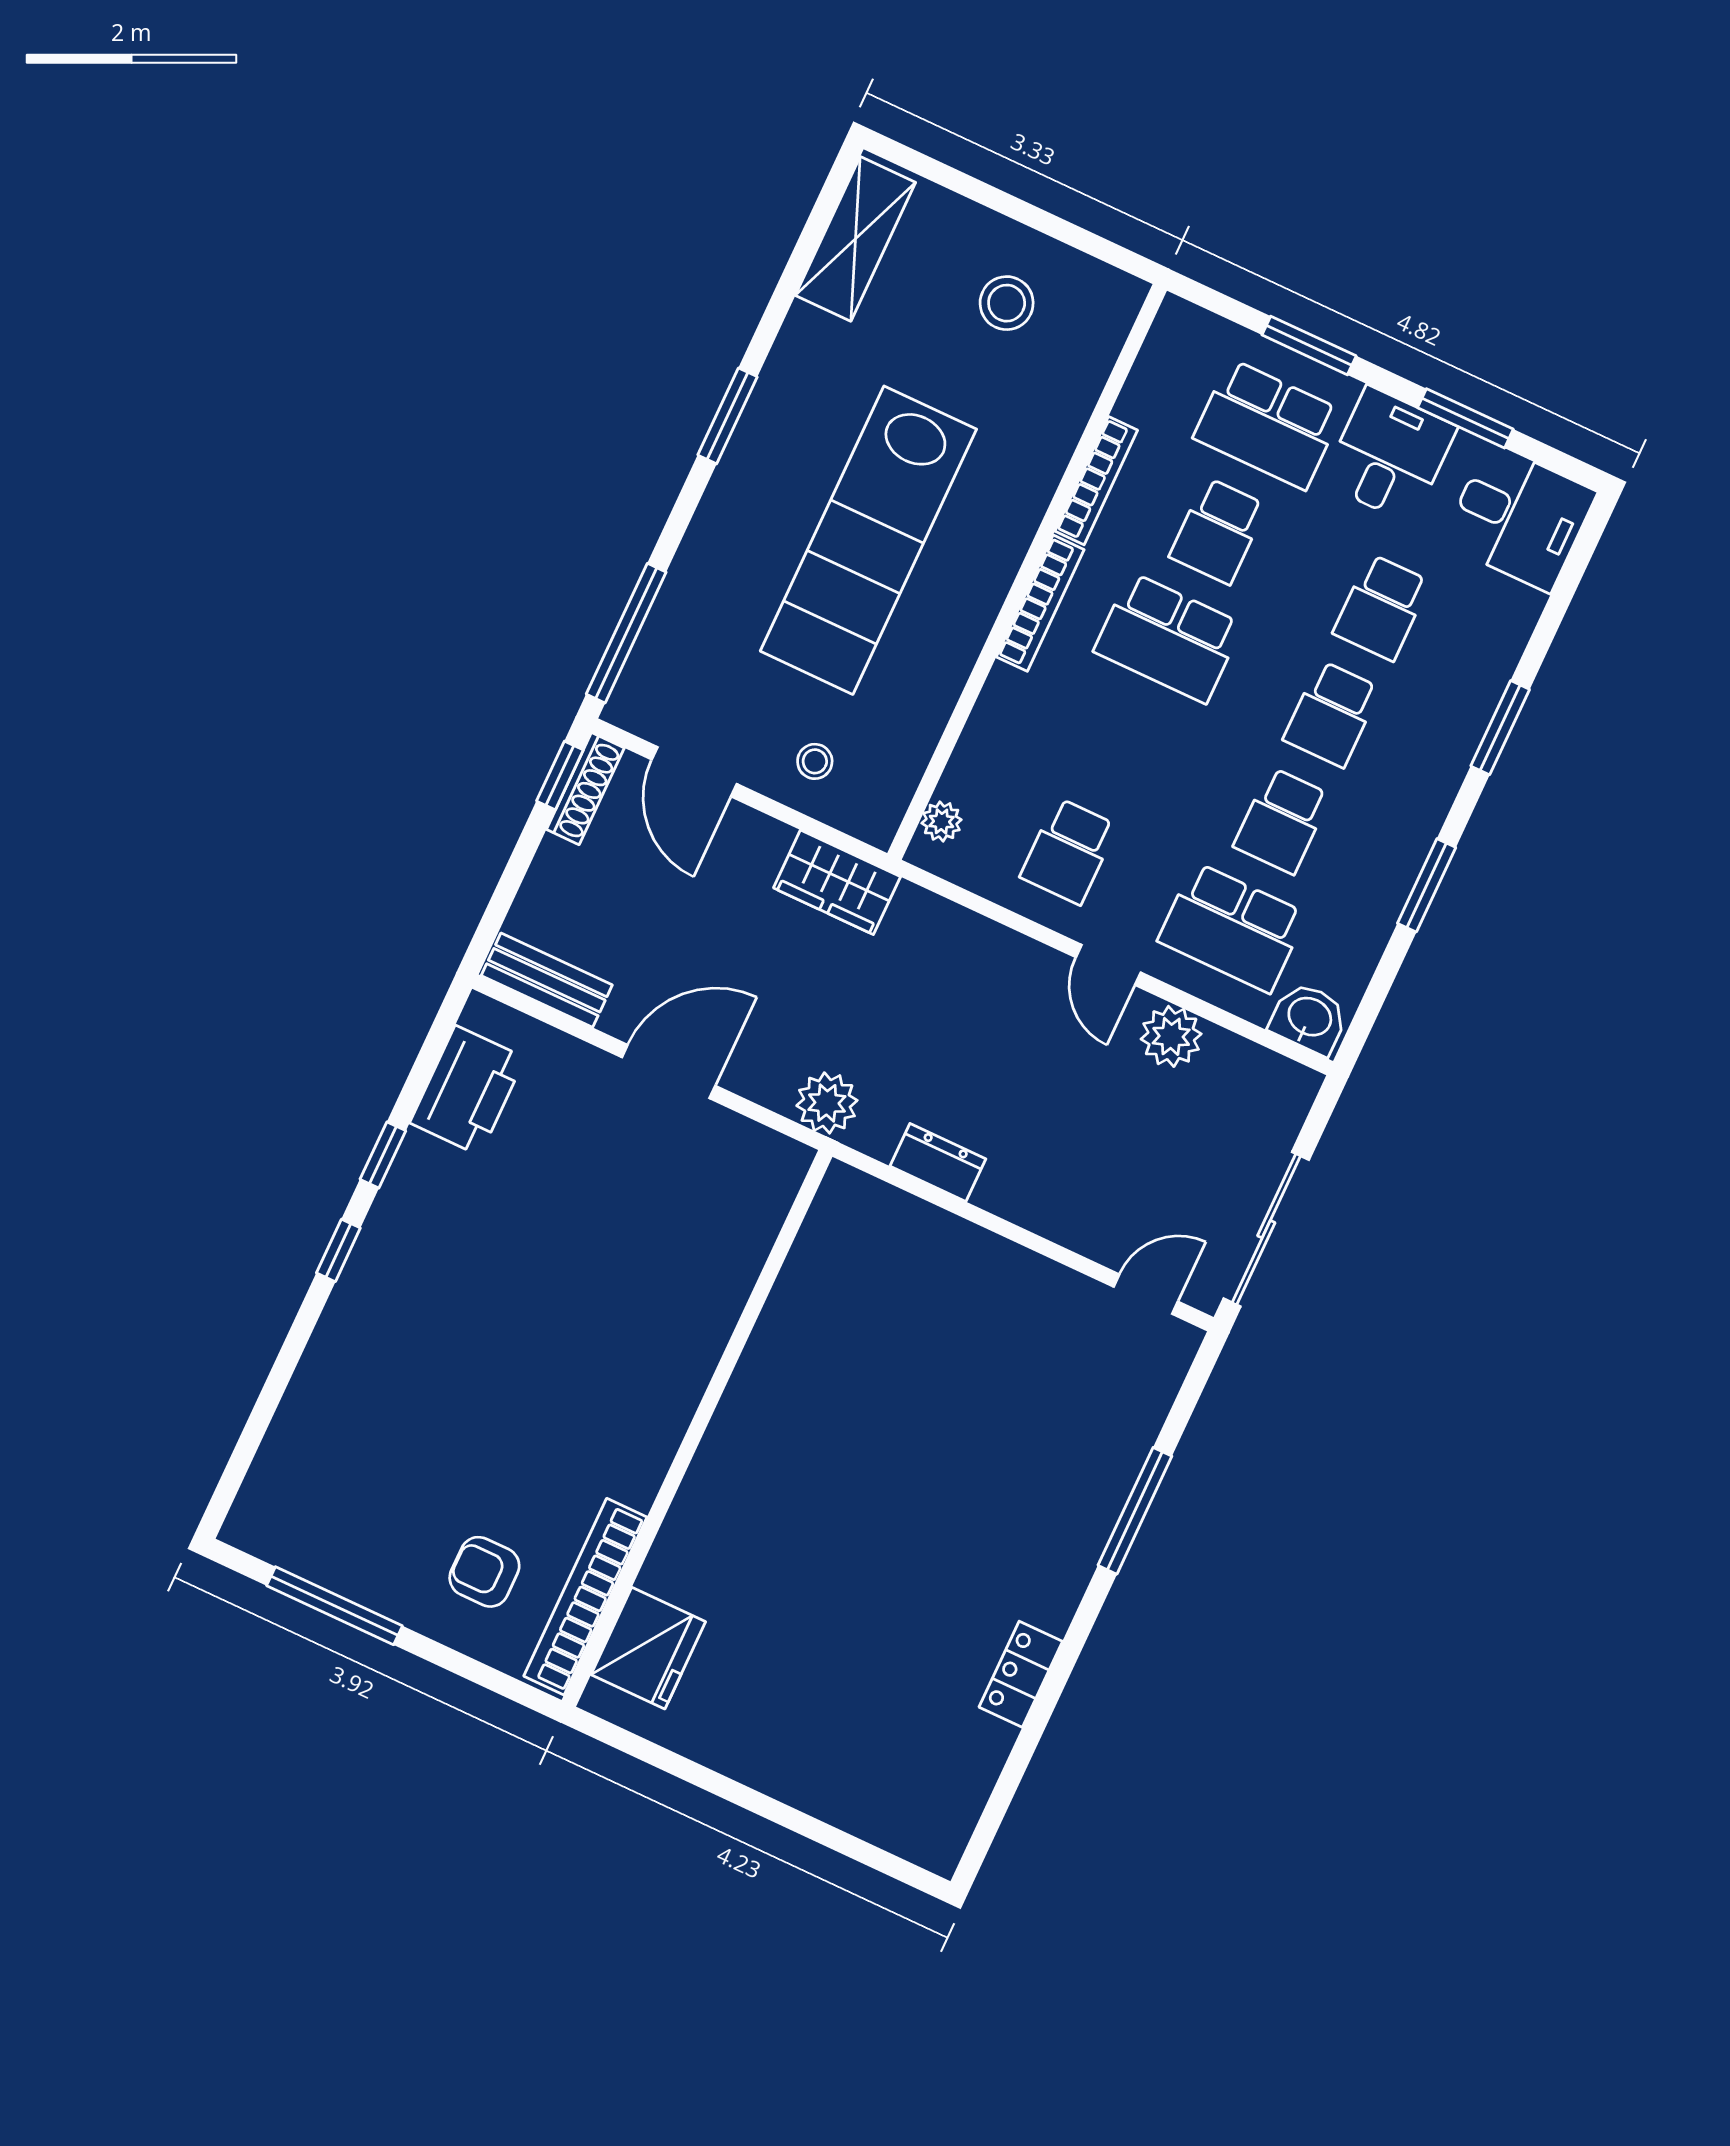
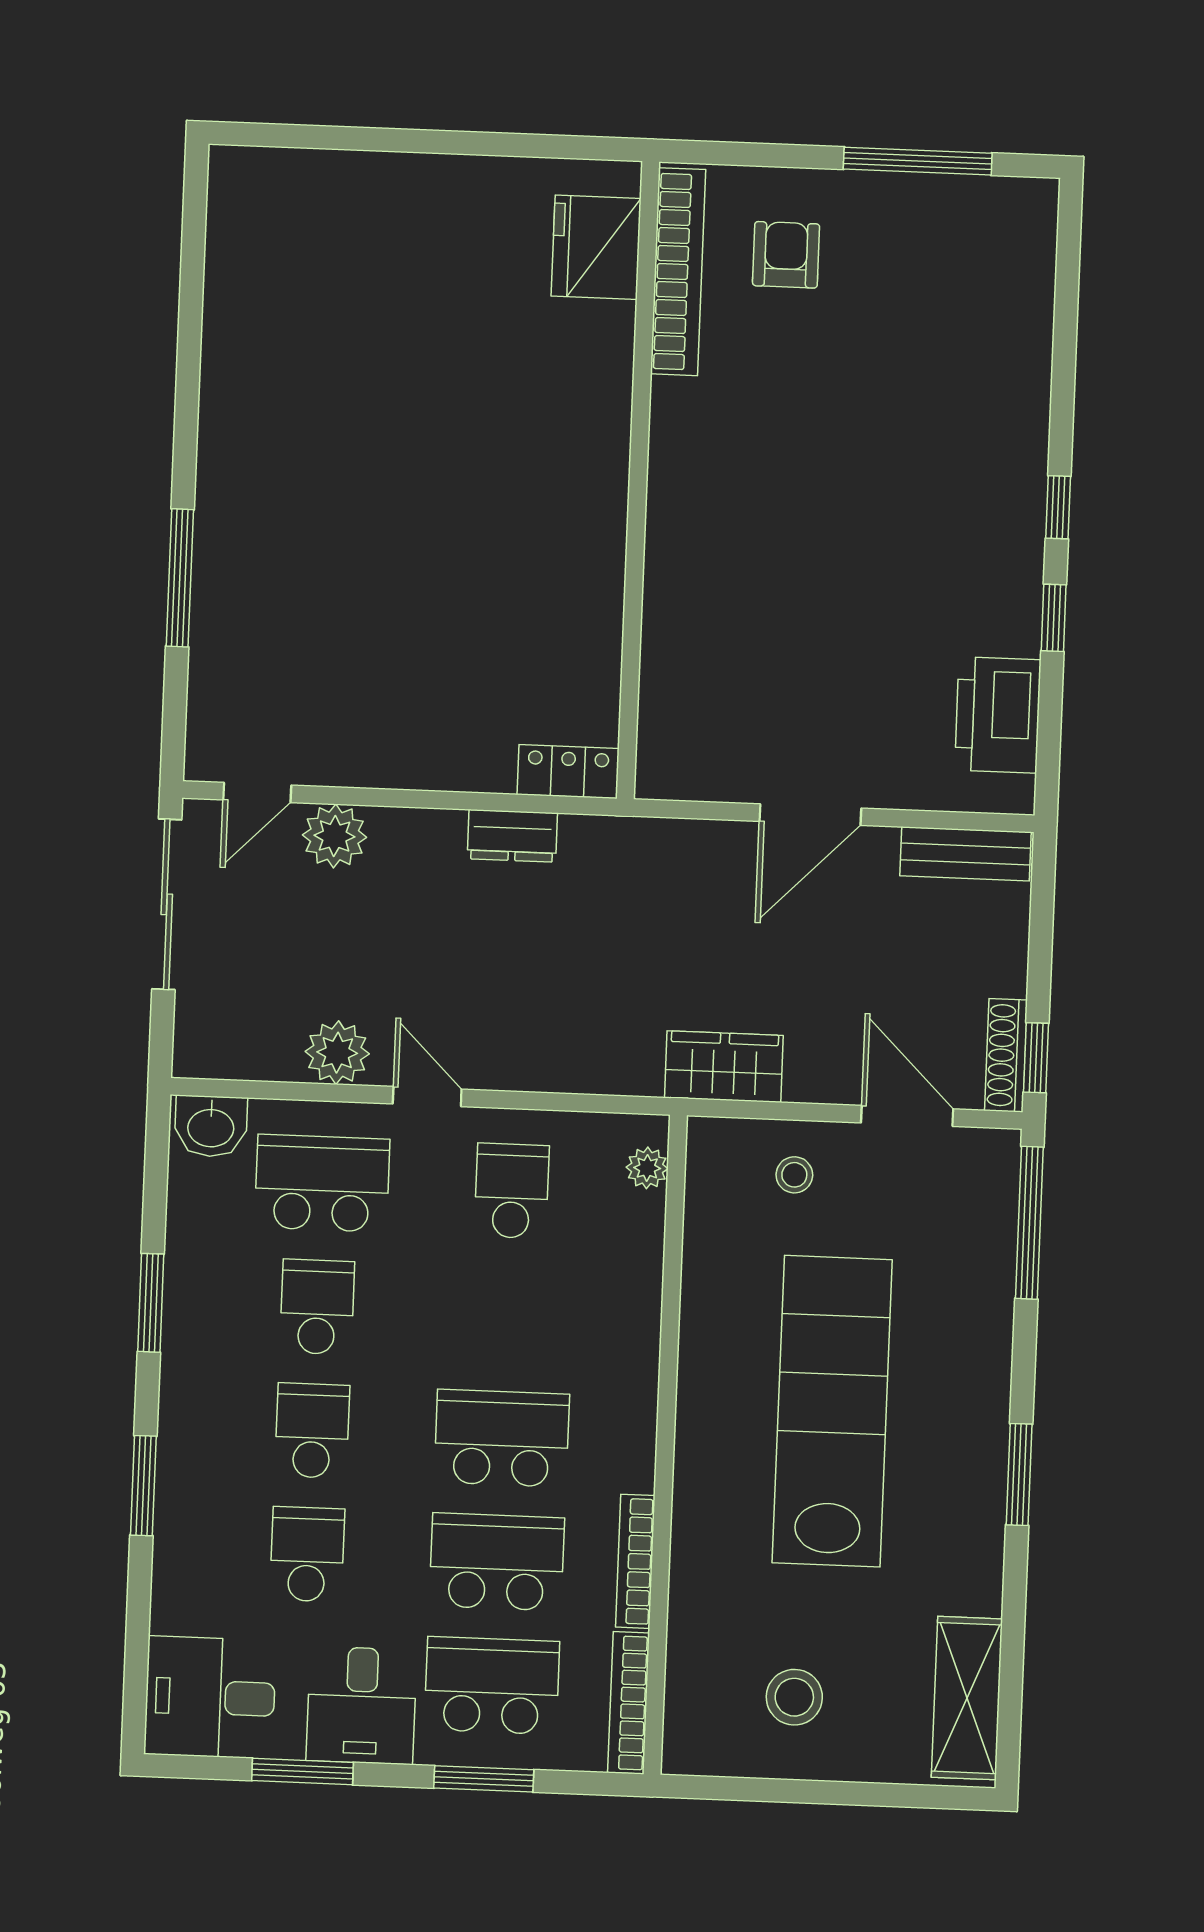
school desk: (1218, 531) -> (497, 1562), width x1.85
bookcase: (1040, 603) -> (629, 1703), moved
plant: (827, 1103) -> (335, 836), moved
armchair: (484, 1572) -> (786, 255), turned -90
locker: (1021, 1674) -> (568, 771), moved, turned -90

